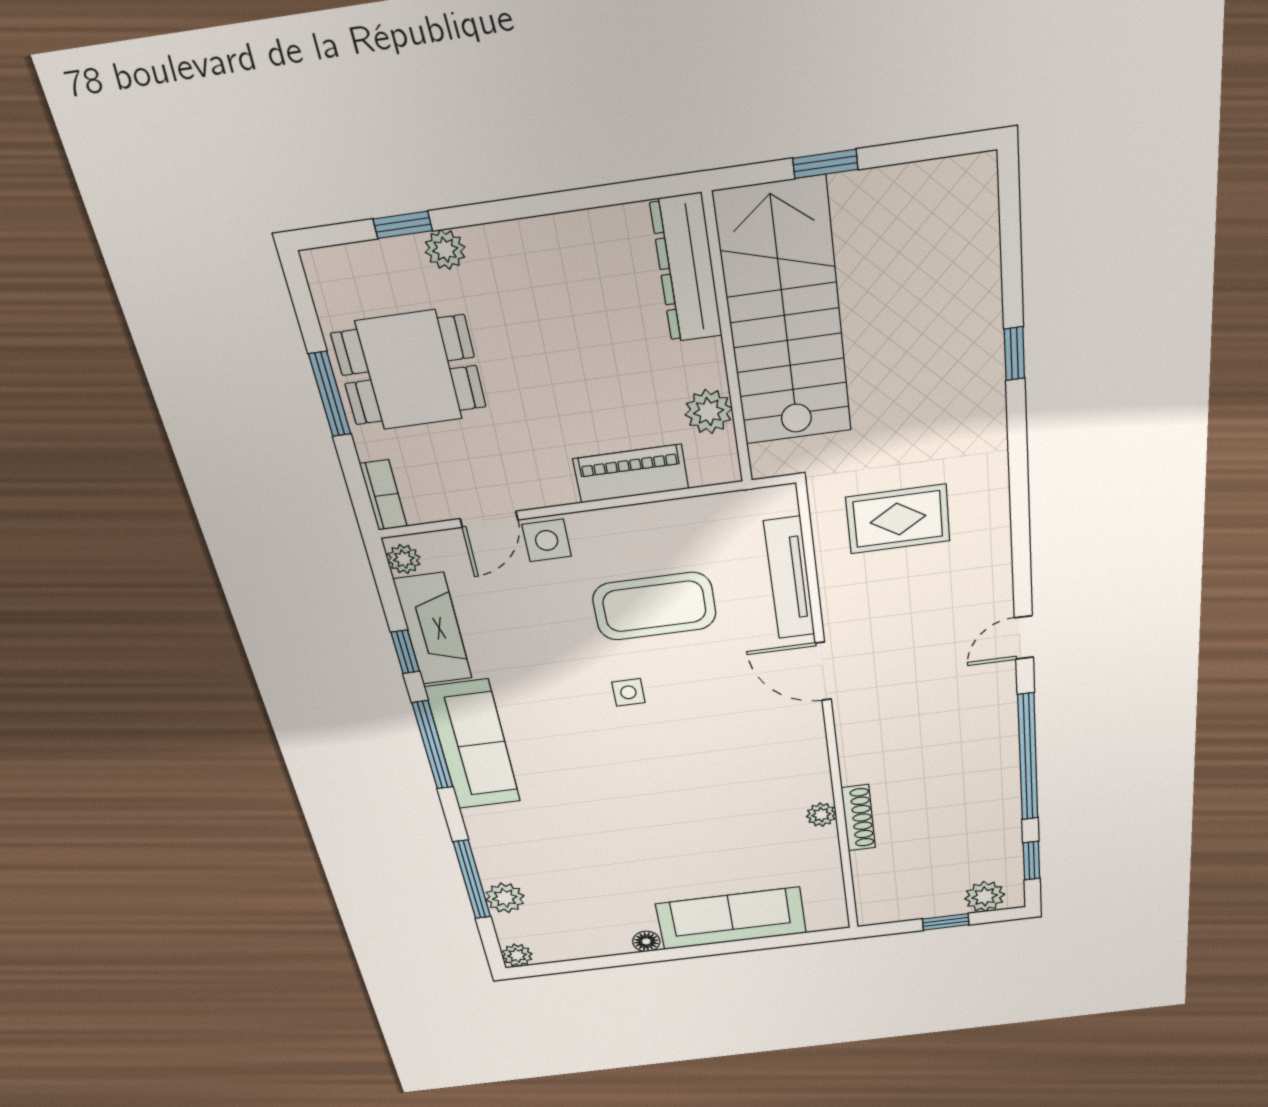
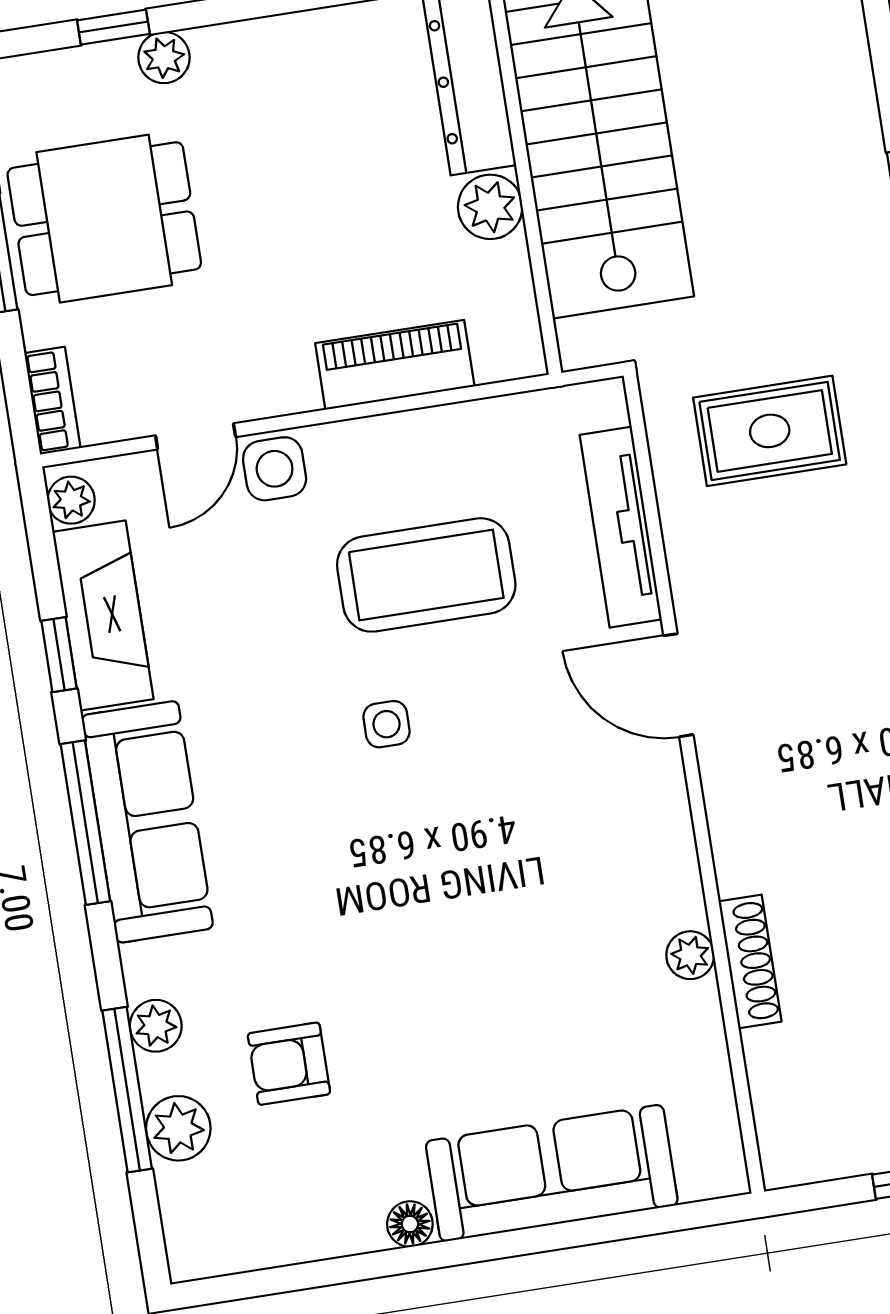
plant: (709, 412) -> (490, 207), moved
armchair: (571, 867) -> (289, 1064), added
plant: (517, 955) -> (156, 1026), moved

